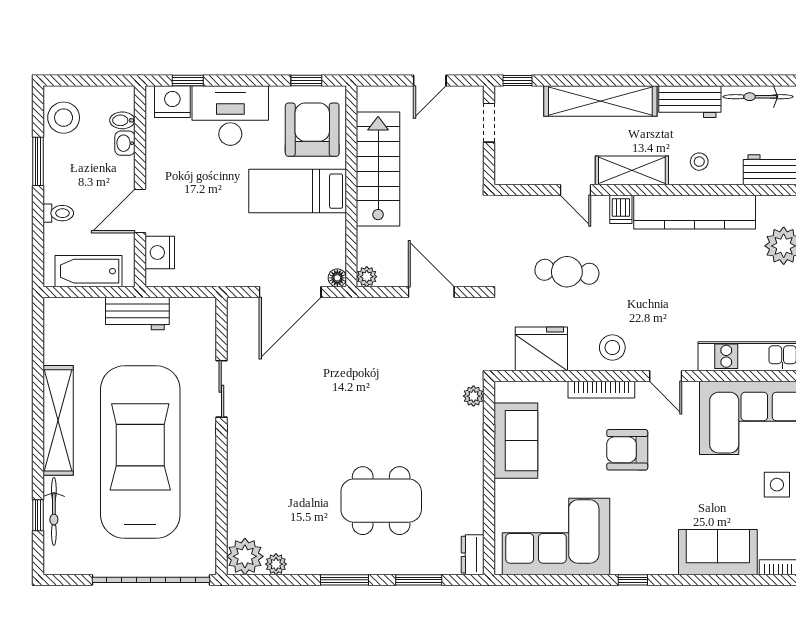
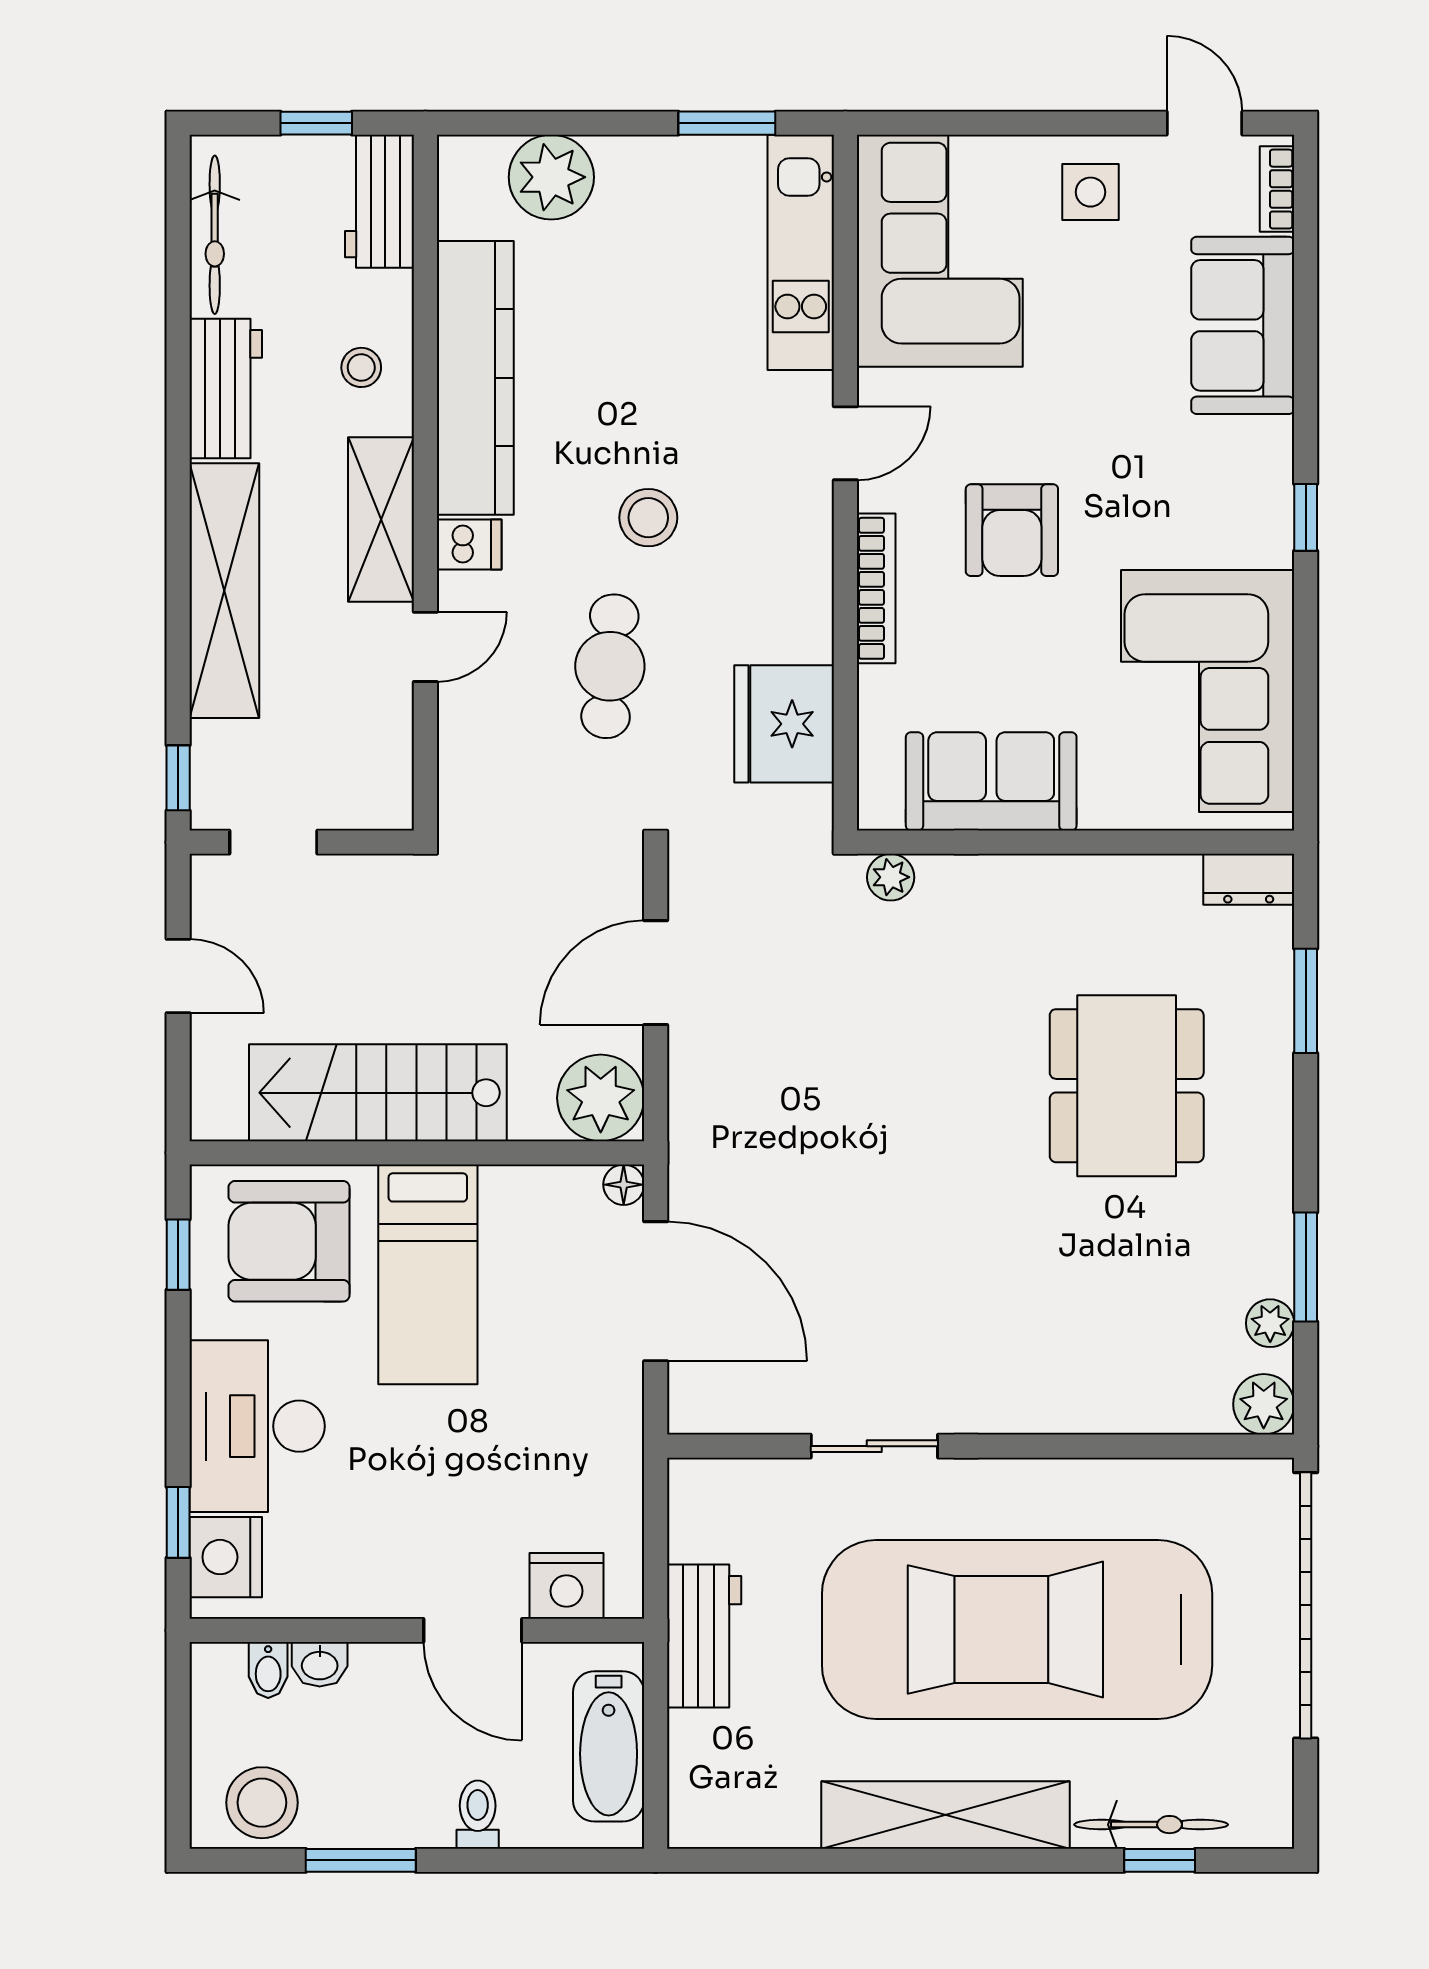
plant: (367, 277) -> (601, 1098), width x1.87, depth x1.87
stool: (612, 348) -> (648, 518), moved
plant: (245, 556) -> (1264, 1404), width x0.73, depth x0.73
window: (344, 580) -> (1306, 1267), moved

